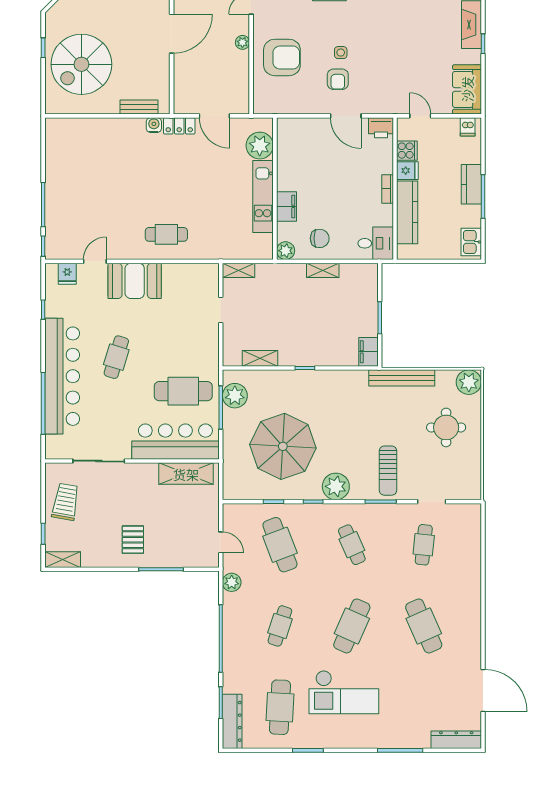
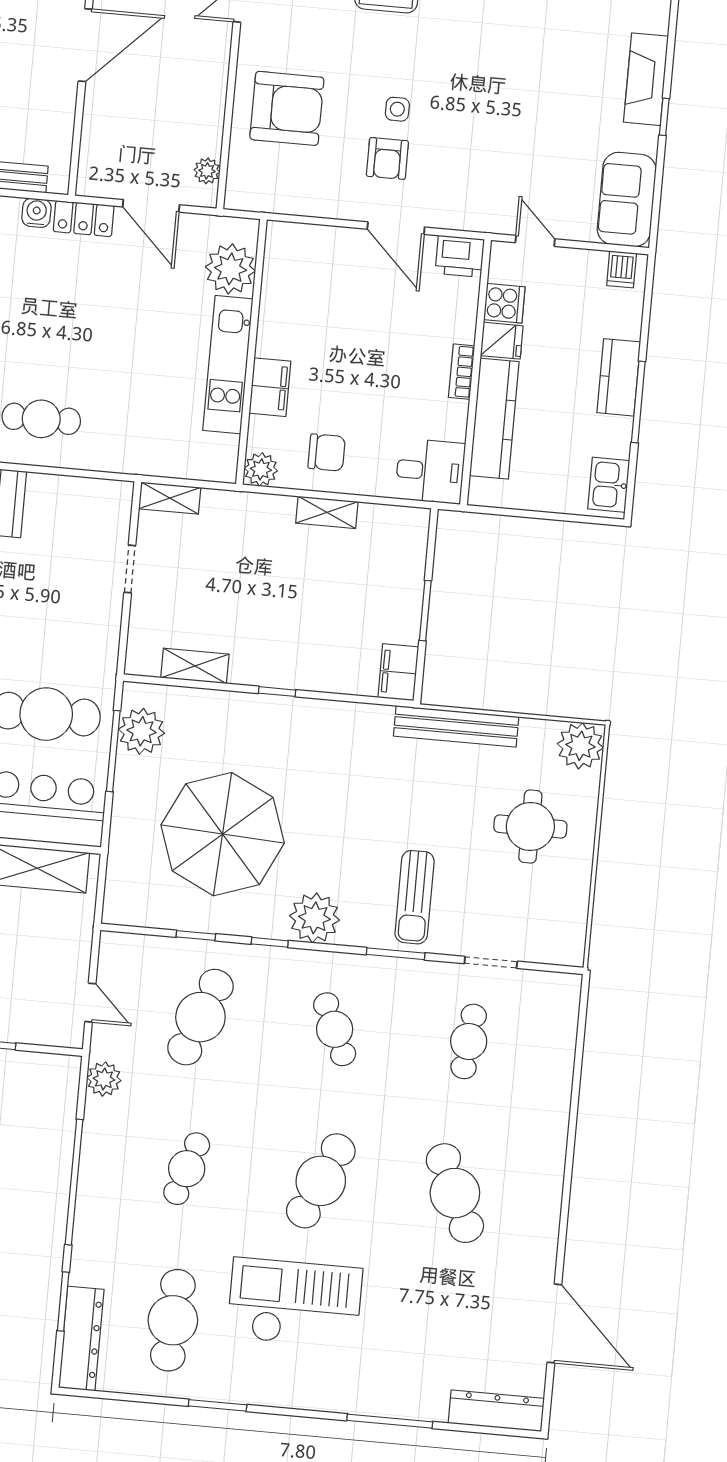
plant: (242, 42) -> (207, 171), moved
cafe table: (280, 545) -> (200, 1017), turned 42
checkout: (344, 692) -> (295, 1303), turned 180

